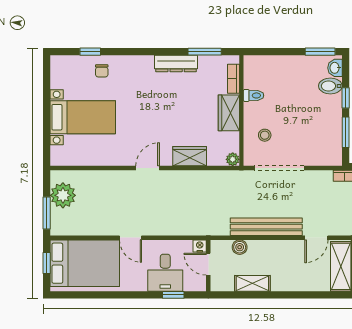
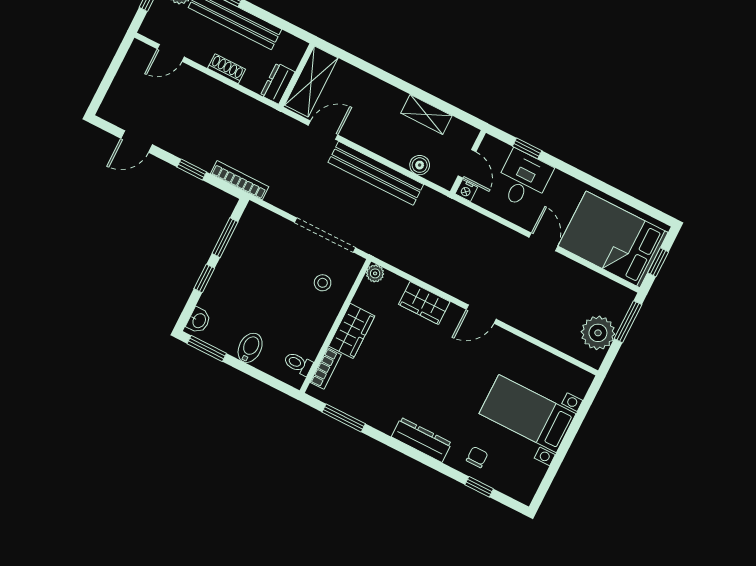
dresser: (176, 64) -> (422, 440), moved
bidet: (330, 86) -> (250, 348), moved, turned -90
toilet: (254, 95) -> (298, 364), moved

